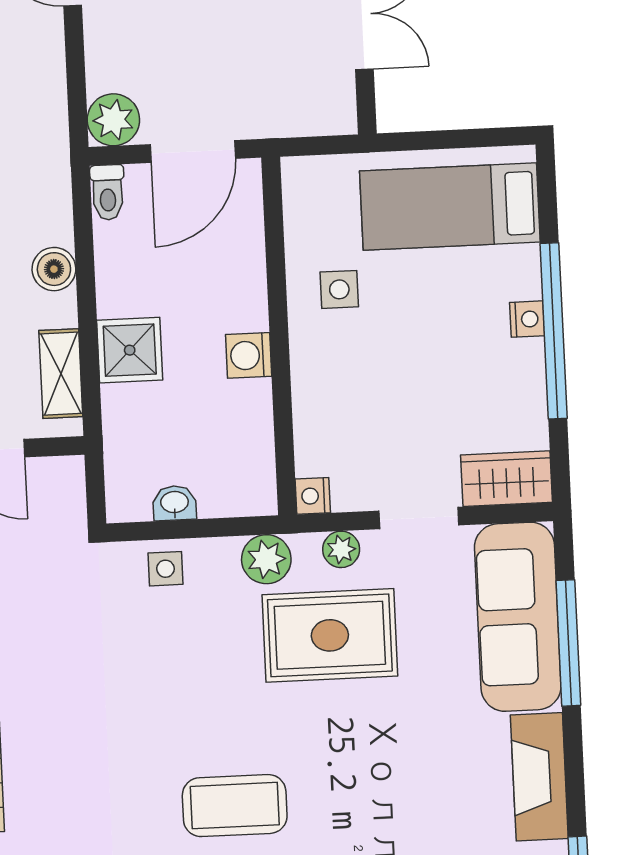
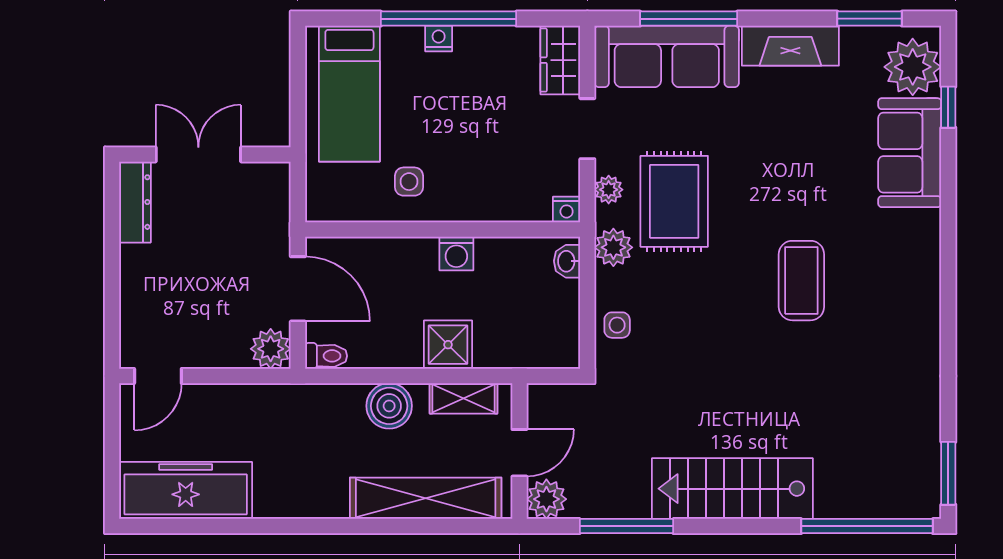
boiler: (54, 269) -> (389, 406), width x1.36, depth x1.36
washbasin: (174, 503) -> (567, 261), moved

